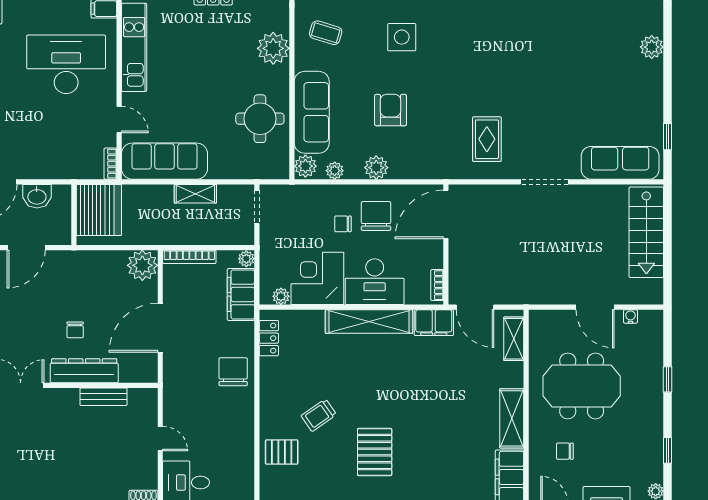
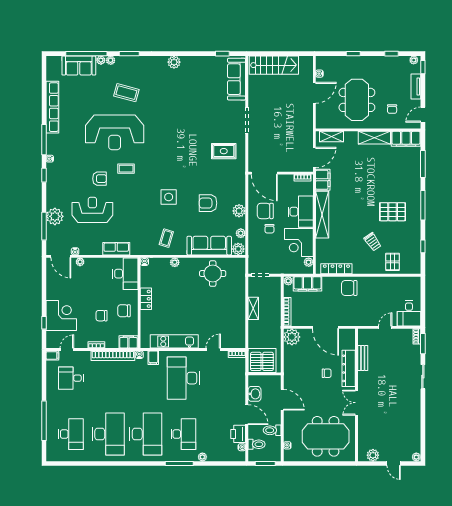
plant: (273, 48) -> (175, 262), width x0.53, depth x0.53
sofa: (164, 161) -> (236, 325), removed
locker: (269, 338) -> (336, 269), width x1.53

